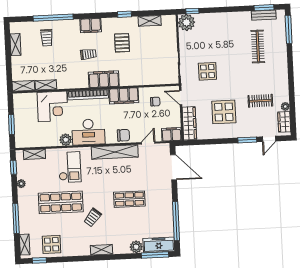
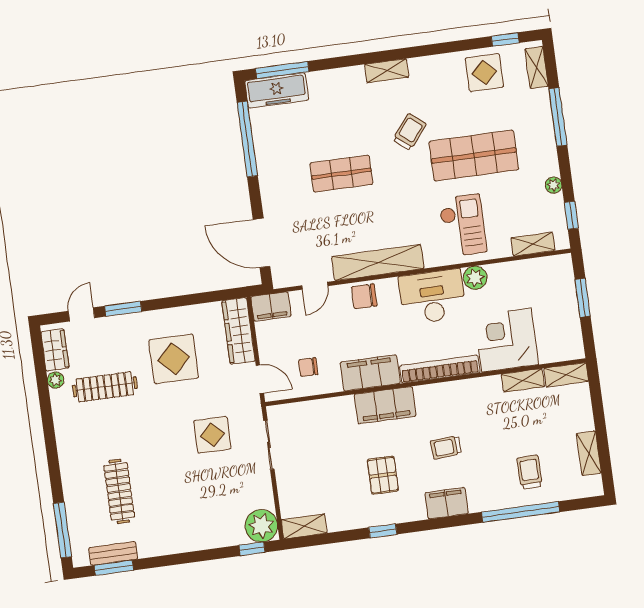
shelving: (150, 21) -> (304, 526), moved
filing cabinet: (104, 79) -> (385, 405), moved
clothes rail: (260, 101) -> (105, 387), width x1.36
checkout: (70, 167) -> (463, 225), turned 180
plant: (136, 247) -> (320, 82), removed

